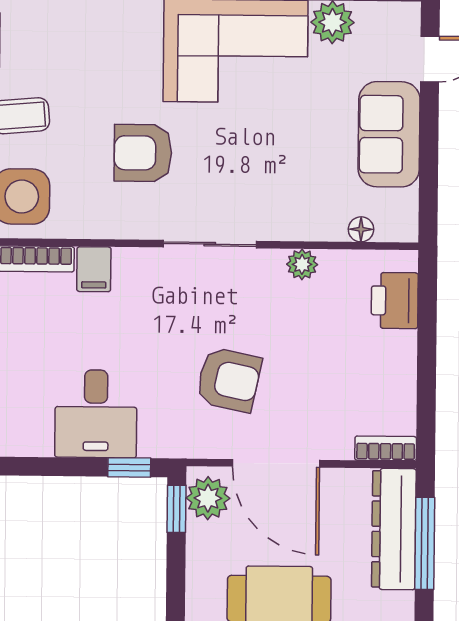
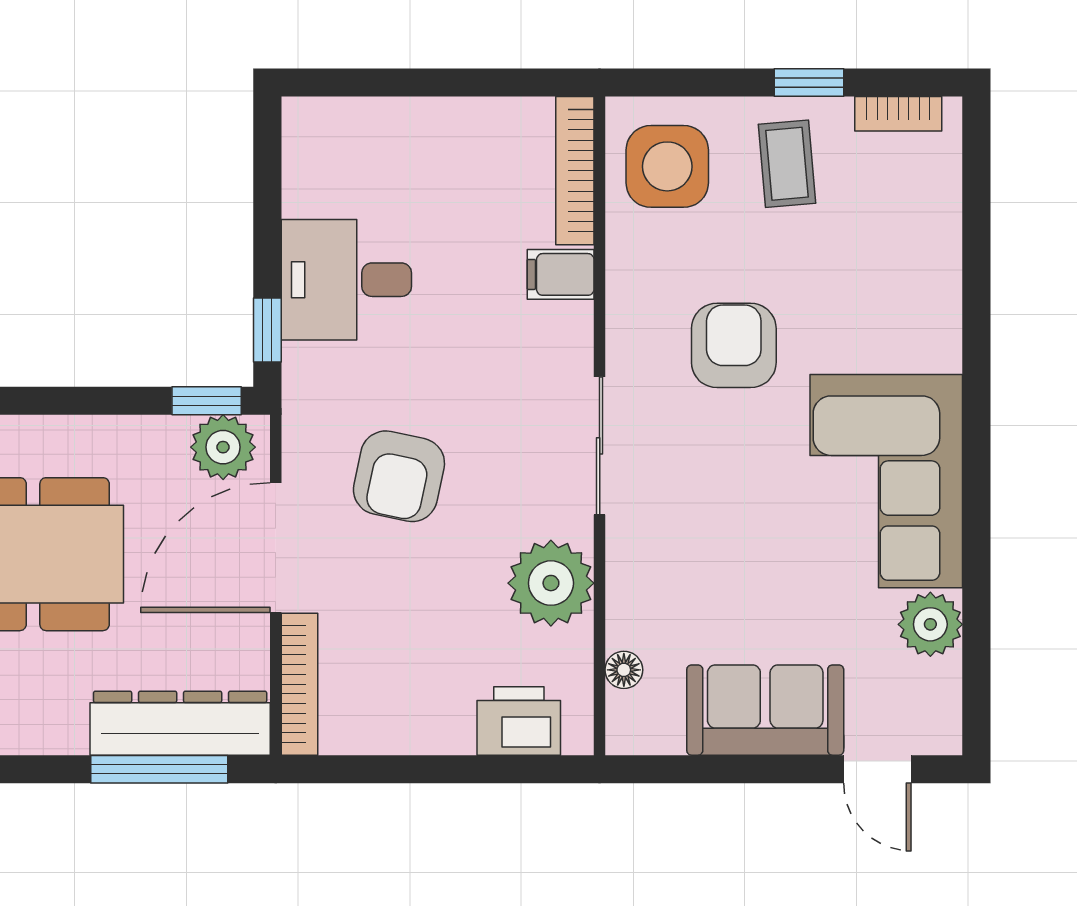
plant: (302, 264) -> (551, 583), width x1.87, depth x1.87
bookcase: (386, 448) -> (299, 684), width x1.56

